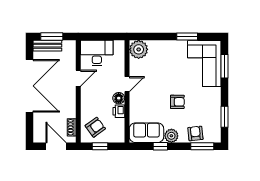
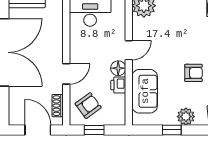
door: (78, 78) -> (66, 74), moved
sofa: (146, 133) -> (145, 91), moved, turned 90

